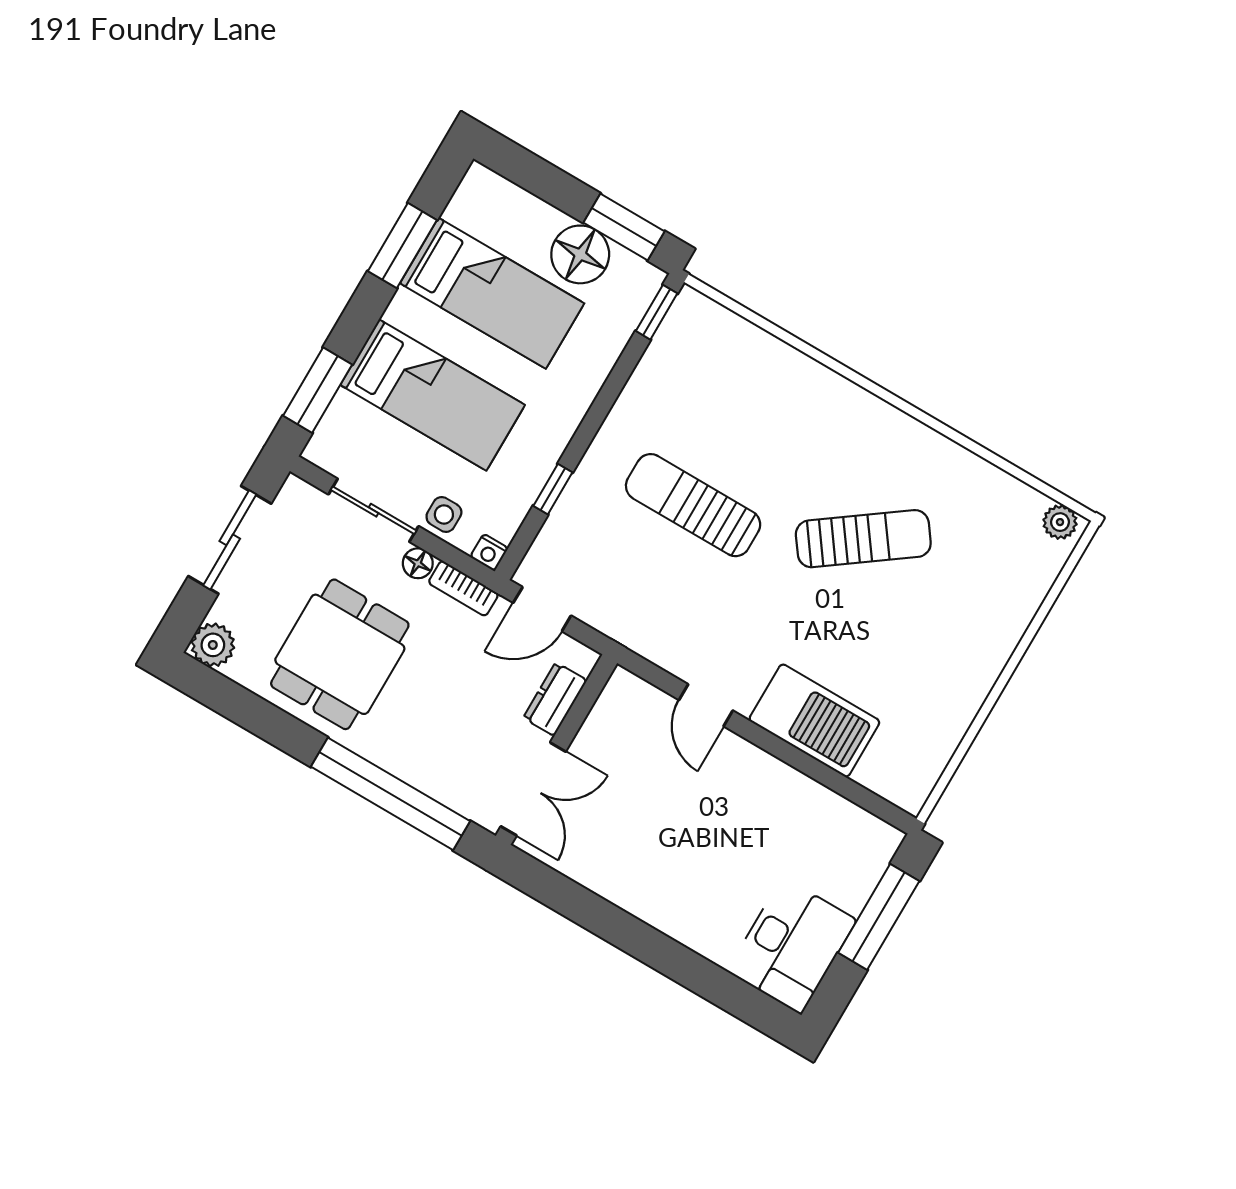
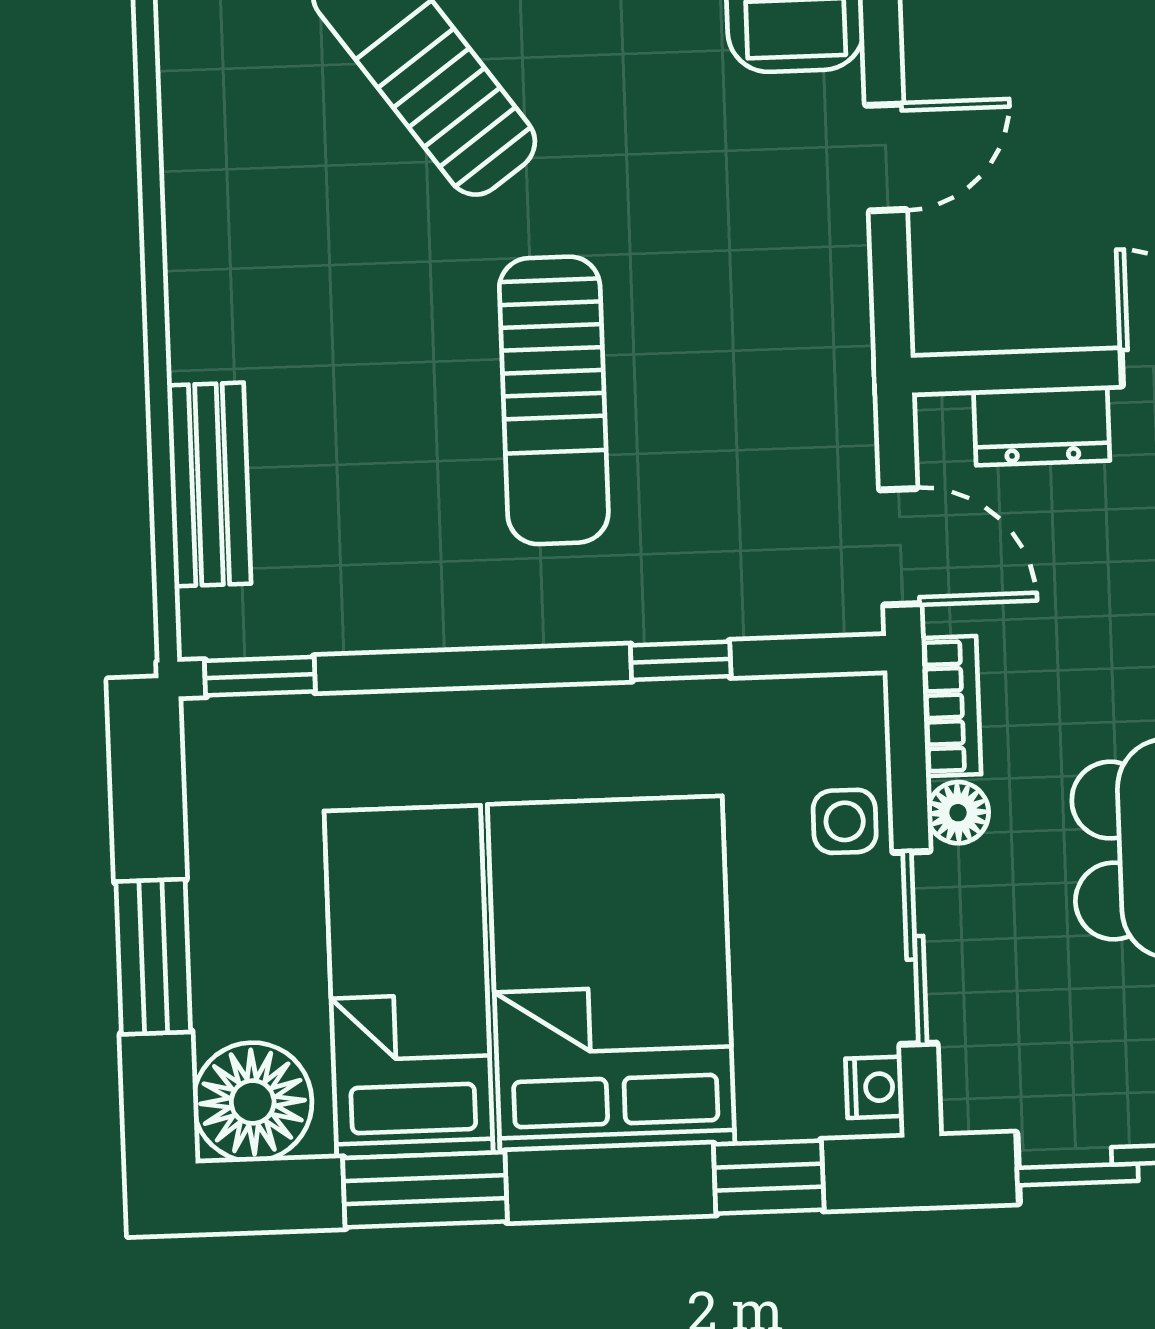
window: (624, 227) -> (153, 957), moved
floor lamp: (580, 254) -> (253, 1102), moved
bench: (749, 341) -> (209, 484), added
window: (318, 390) -> (769, 1177), width x0.67
bed: (433, 395) -> (611, 974), width x1.50
nightstand: (489, 552) -> (875, 1087), moved

